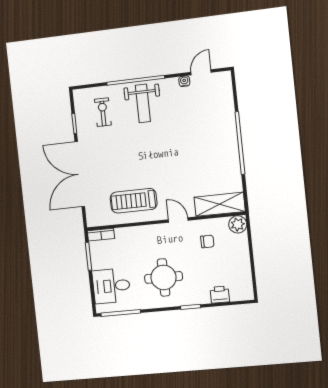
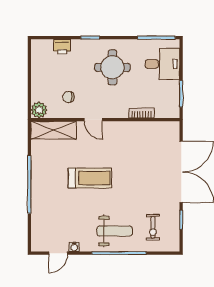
weight bench: (143, 103) -> (115, 231), turned 90
treadmill: (134, 201) -> (90, 178), moved
bookcase: (101, 235) -> (142, 113), moved

